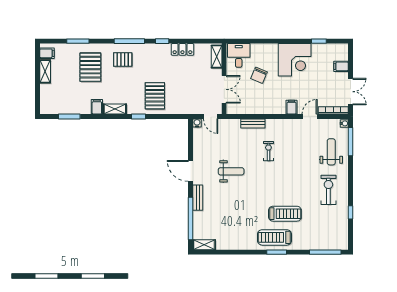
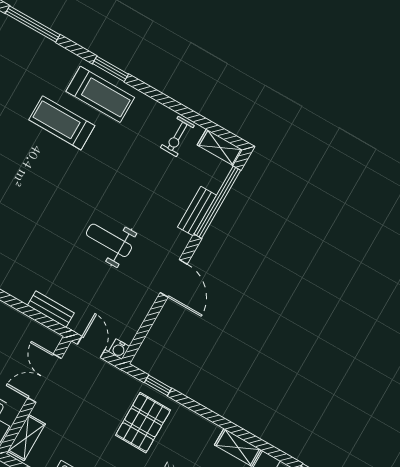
pallet: (155, 96) -> (143, 423), moved
window: (138, 117) -> (158, 385), moved
bench: (253, 123) -> (51, 309), moved
exercise bike: (268, 151) -> (177, 136), moved
bench: (198, 198) -> (197, 211), moved

